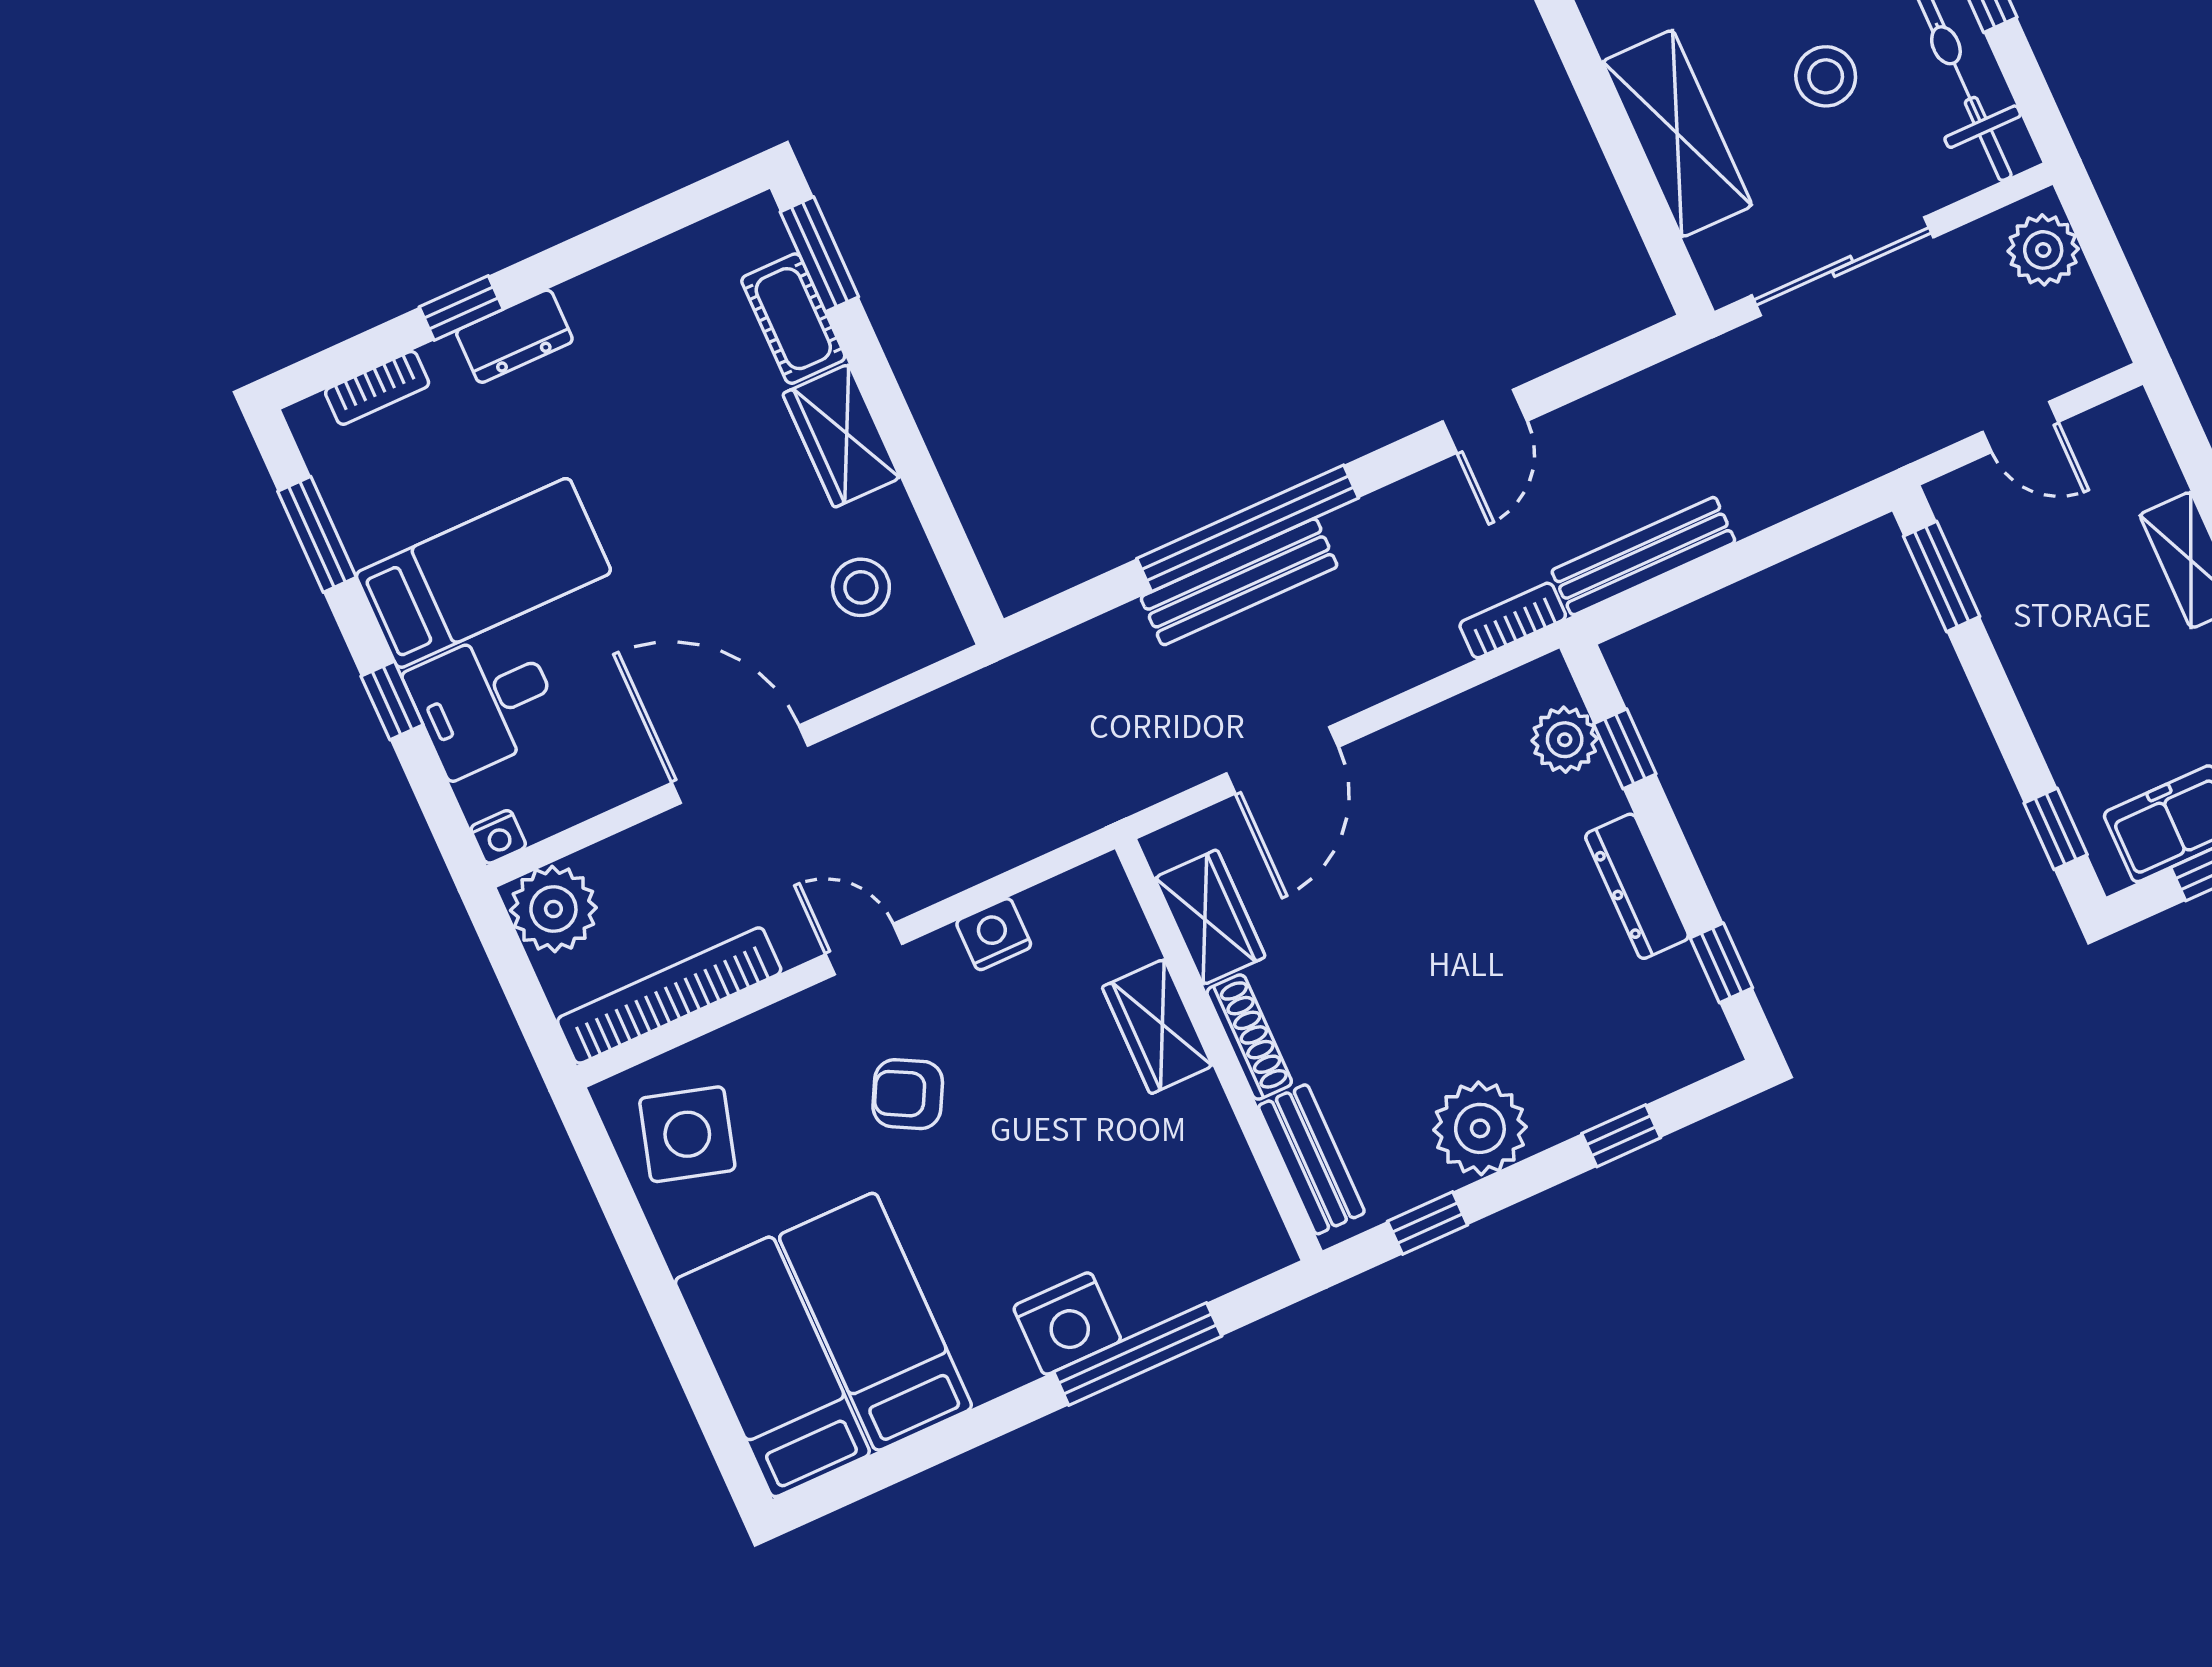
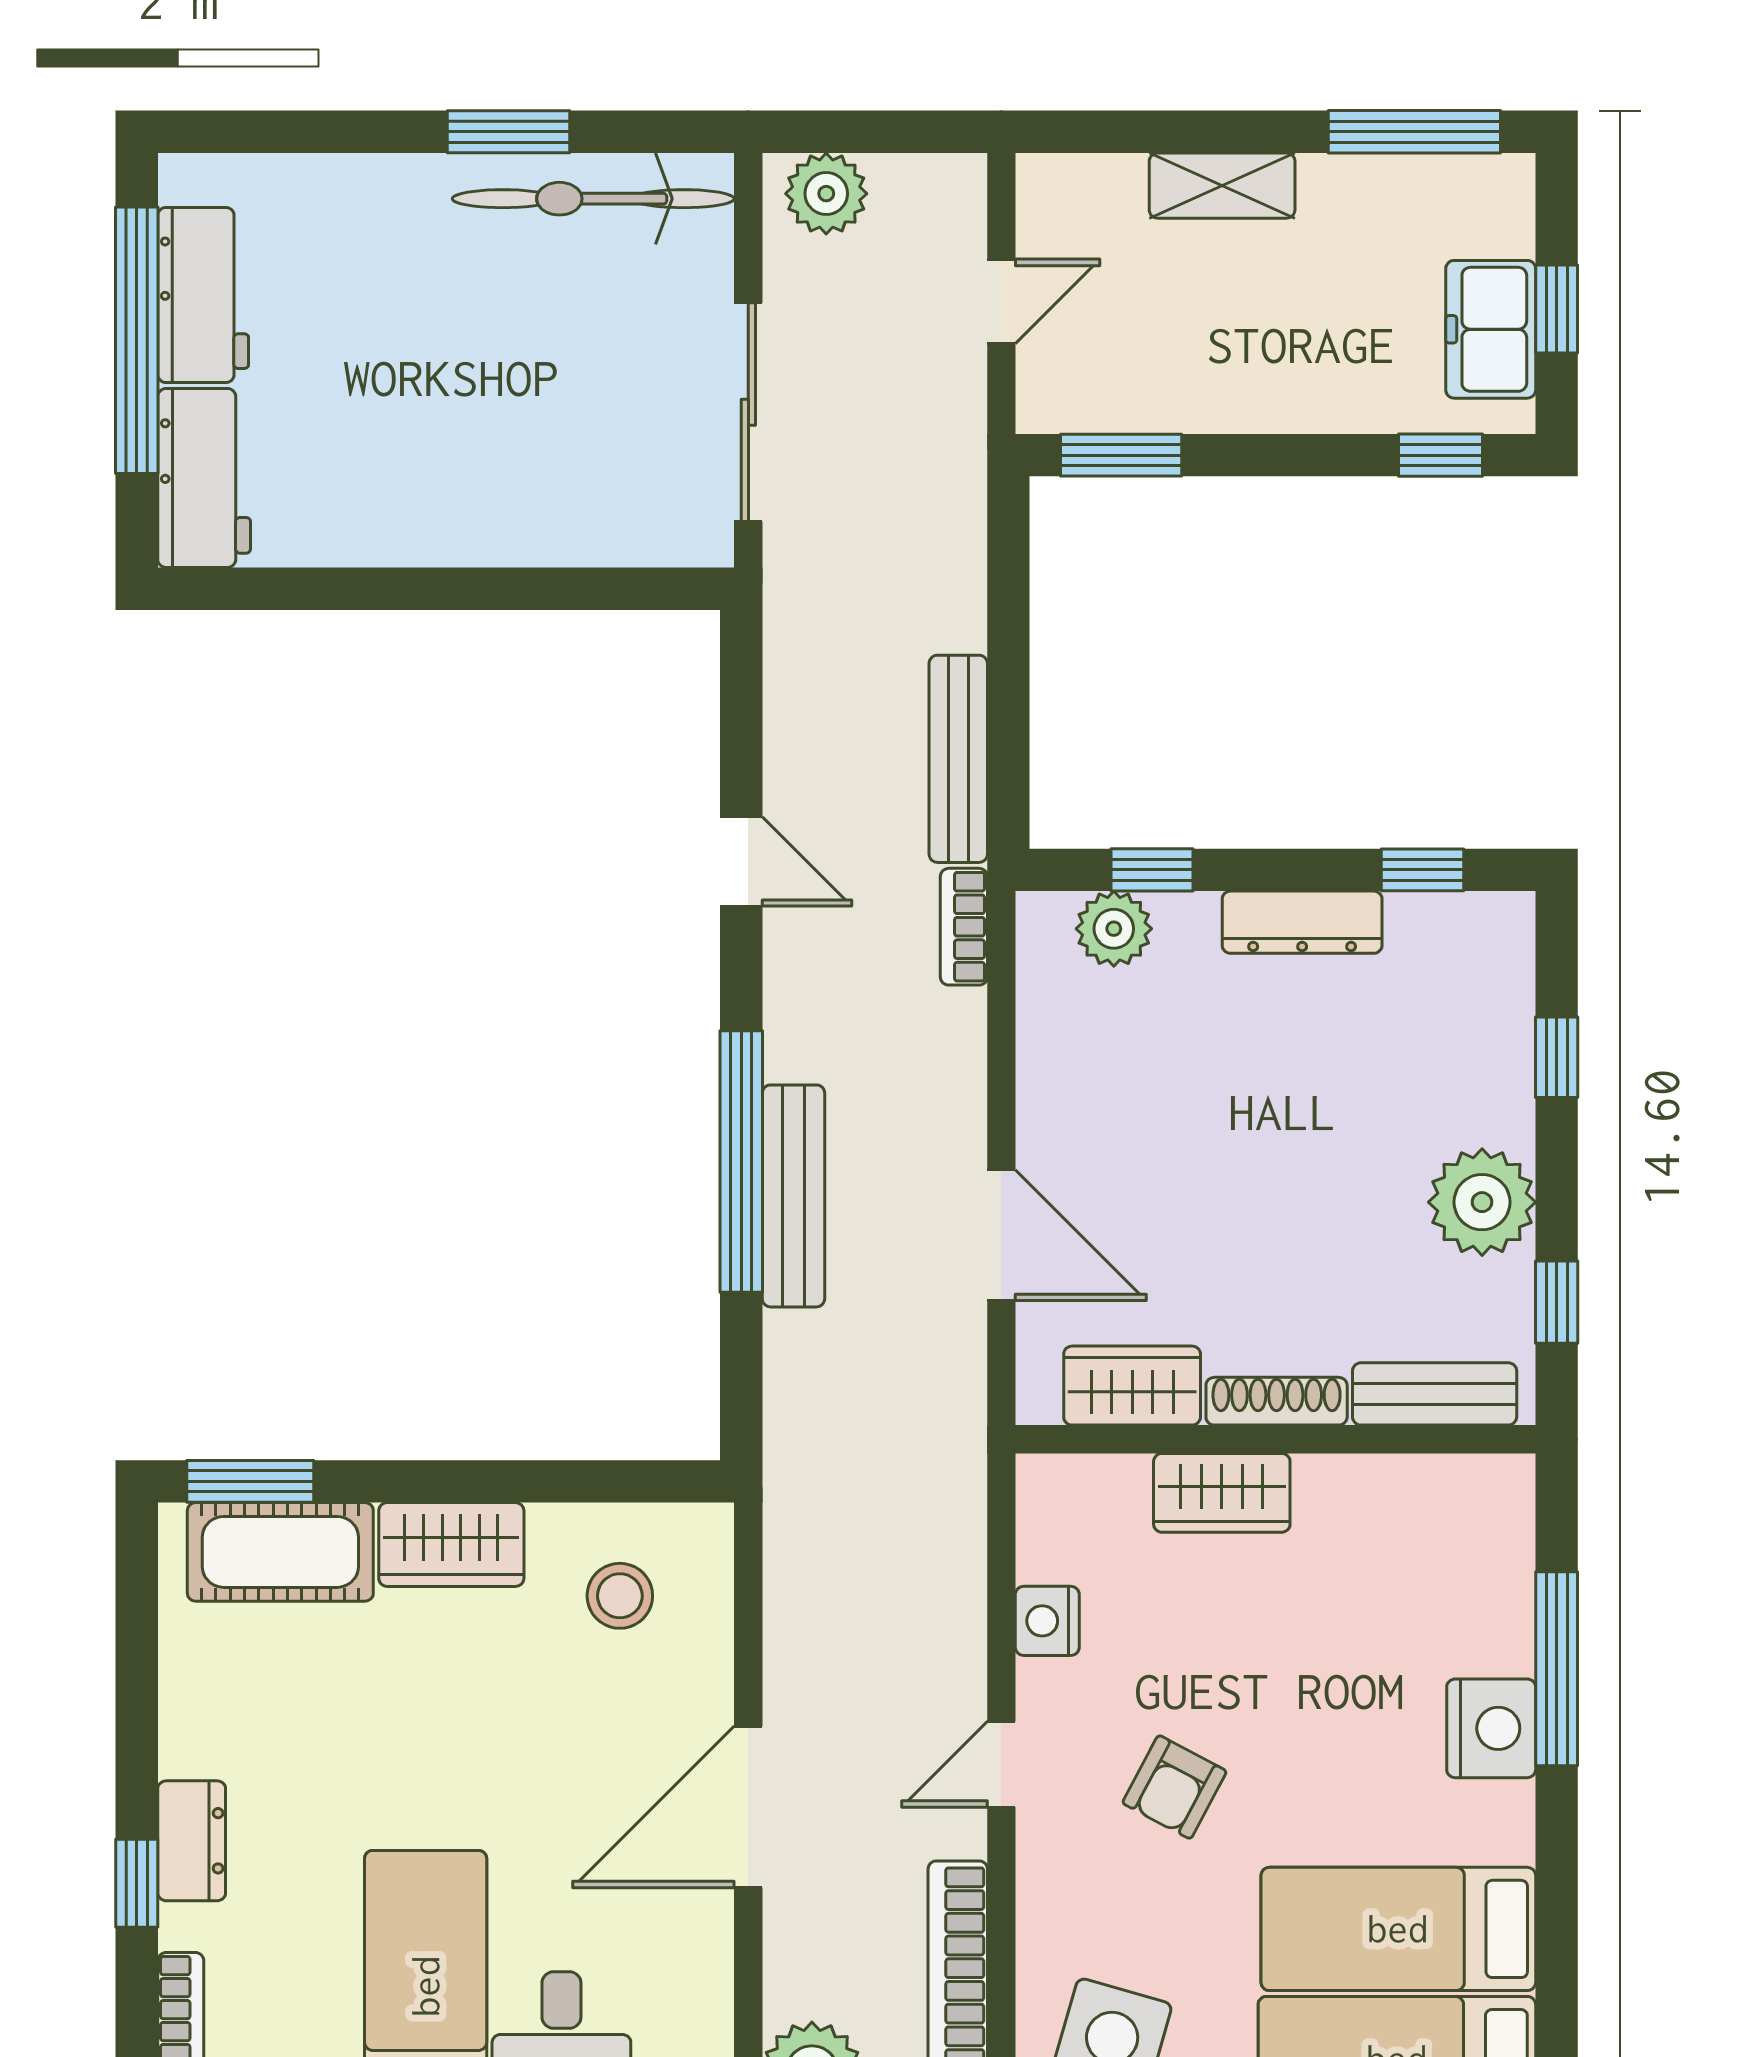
stool: (1826, 76) -> (541, 340), removed
shelving: (1677, 134) -> (530, 523), removed
cot: (793, 319) -> (280, 1552), width x1.37, depth x1.34

